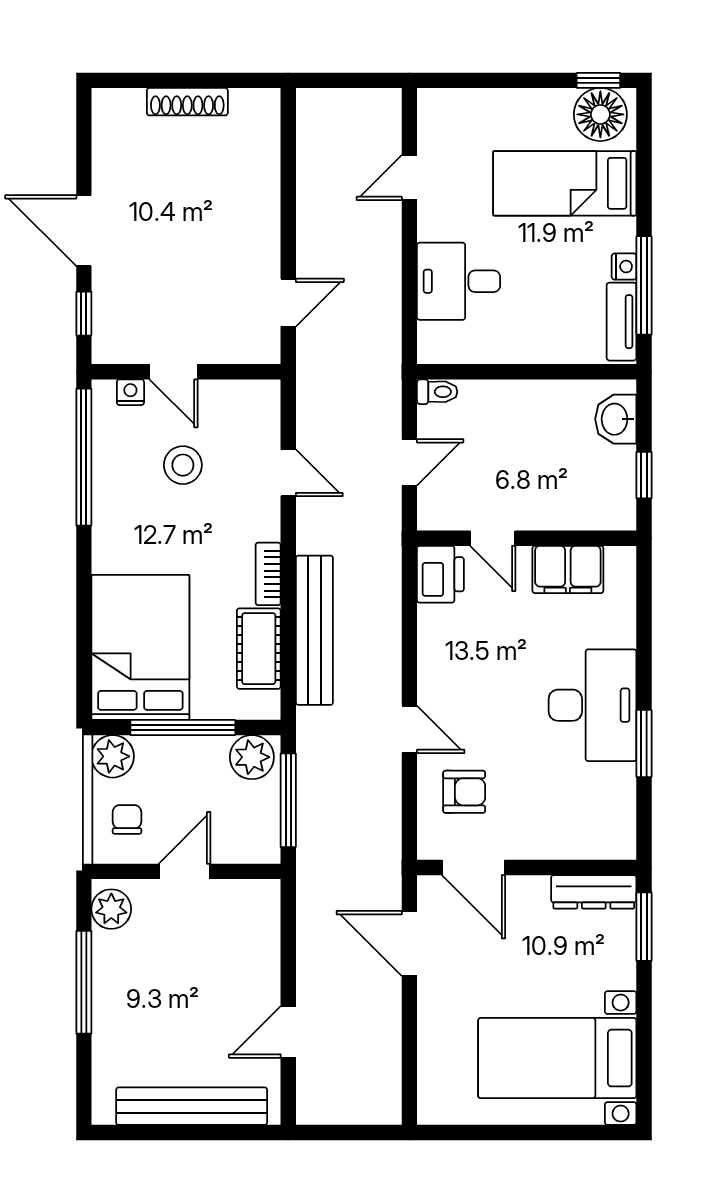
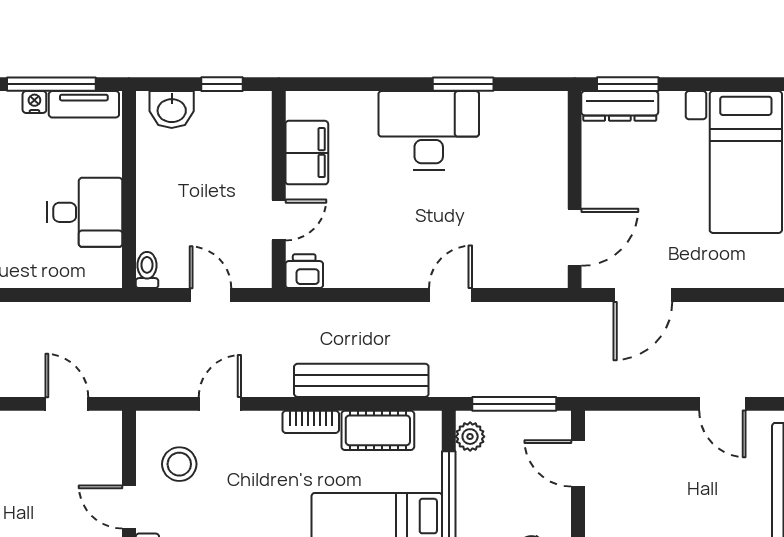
desk: (459, 281) -> (85, 212), moved, turned -90
door: (174, 372) -> (129, 507), swing flipped
stool: (183, 465) -> (179, 464), moved
printer: (440, 574) -> (304, 271), width x0.73, depth x0.81
plant: (252, 757) -> (470, 437), width x0.73, depth x0.73
armchair: (464, 792) -> (507, 246), removed
door: (184, 871) -> (578, 463), moved
dresser: (594, 892) -> (620, 106), moved, turned 90

